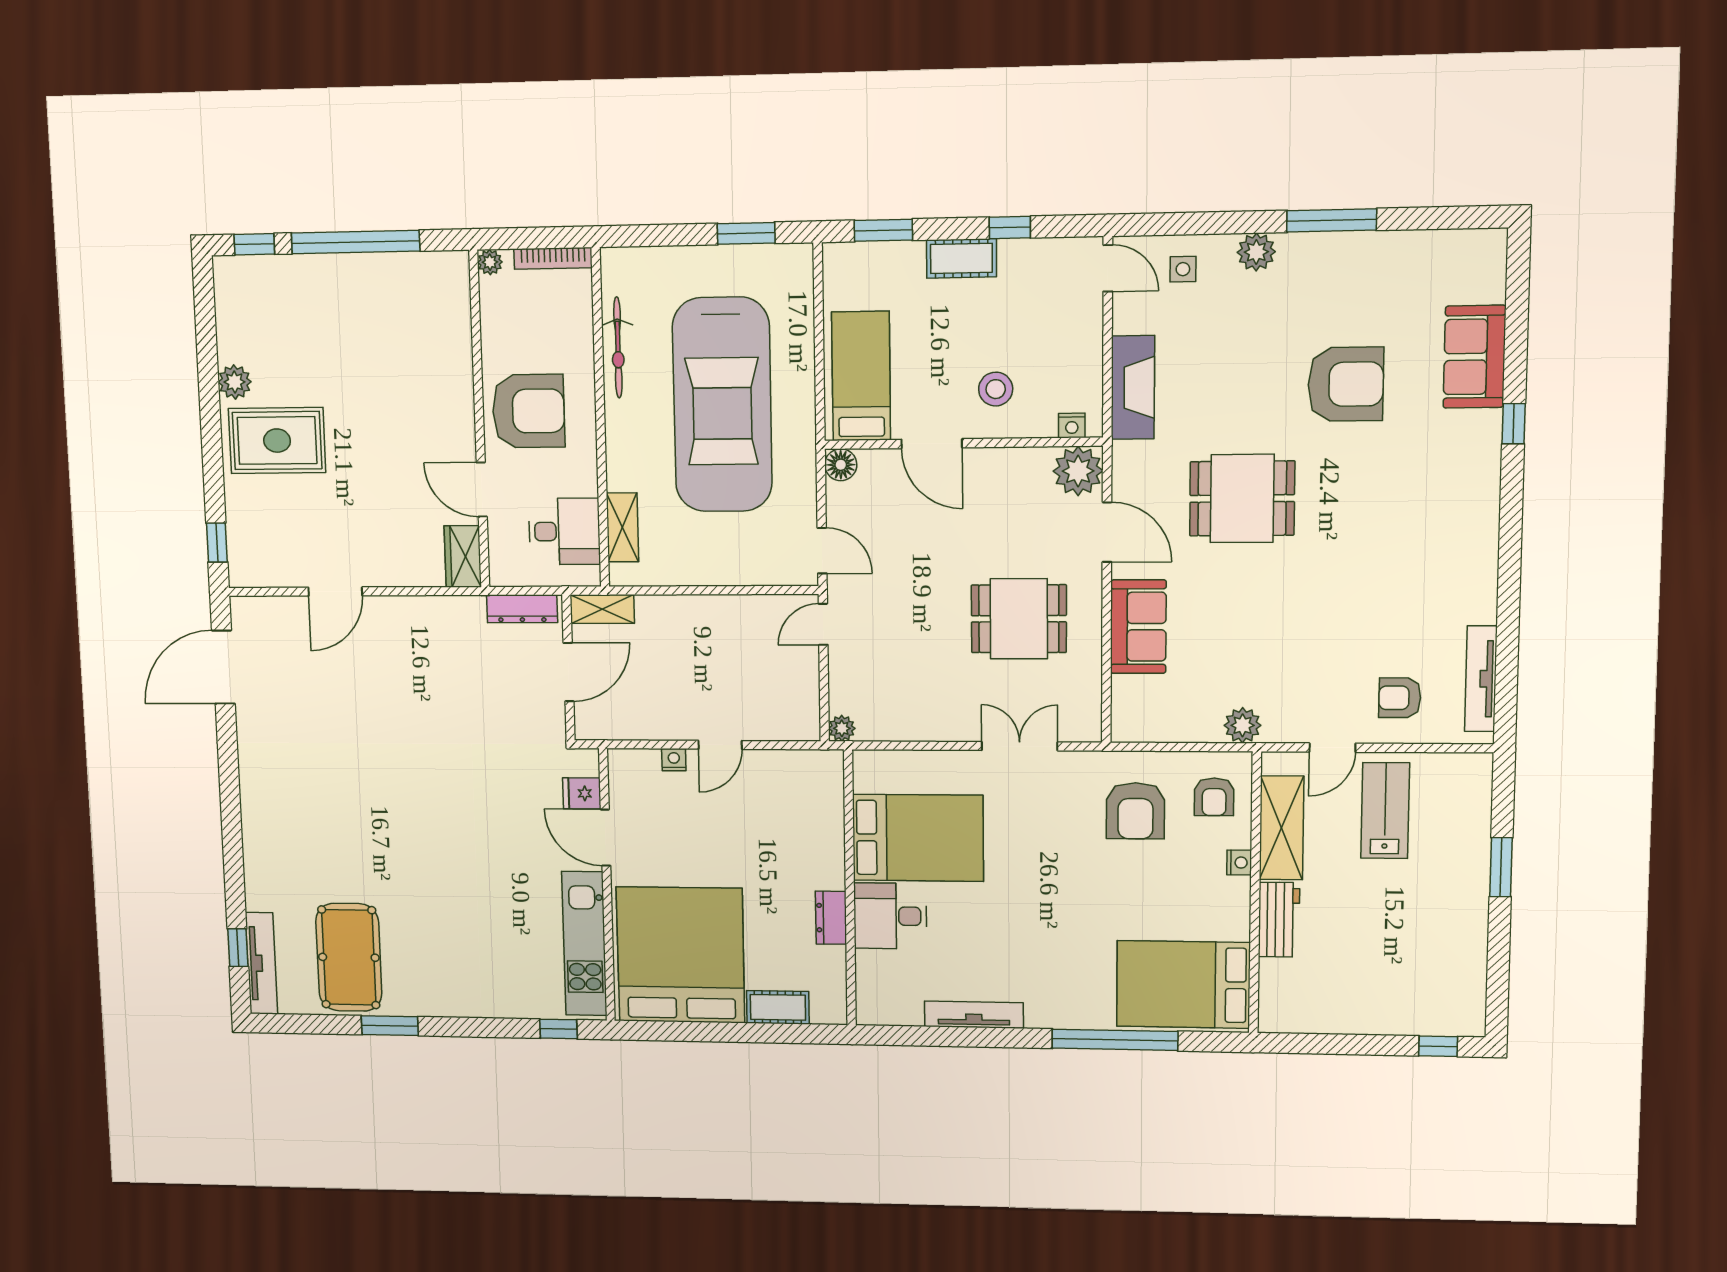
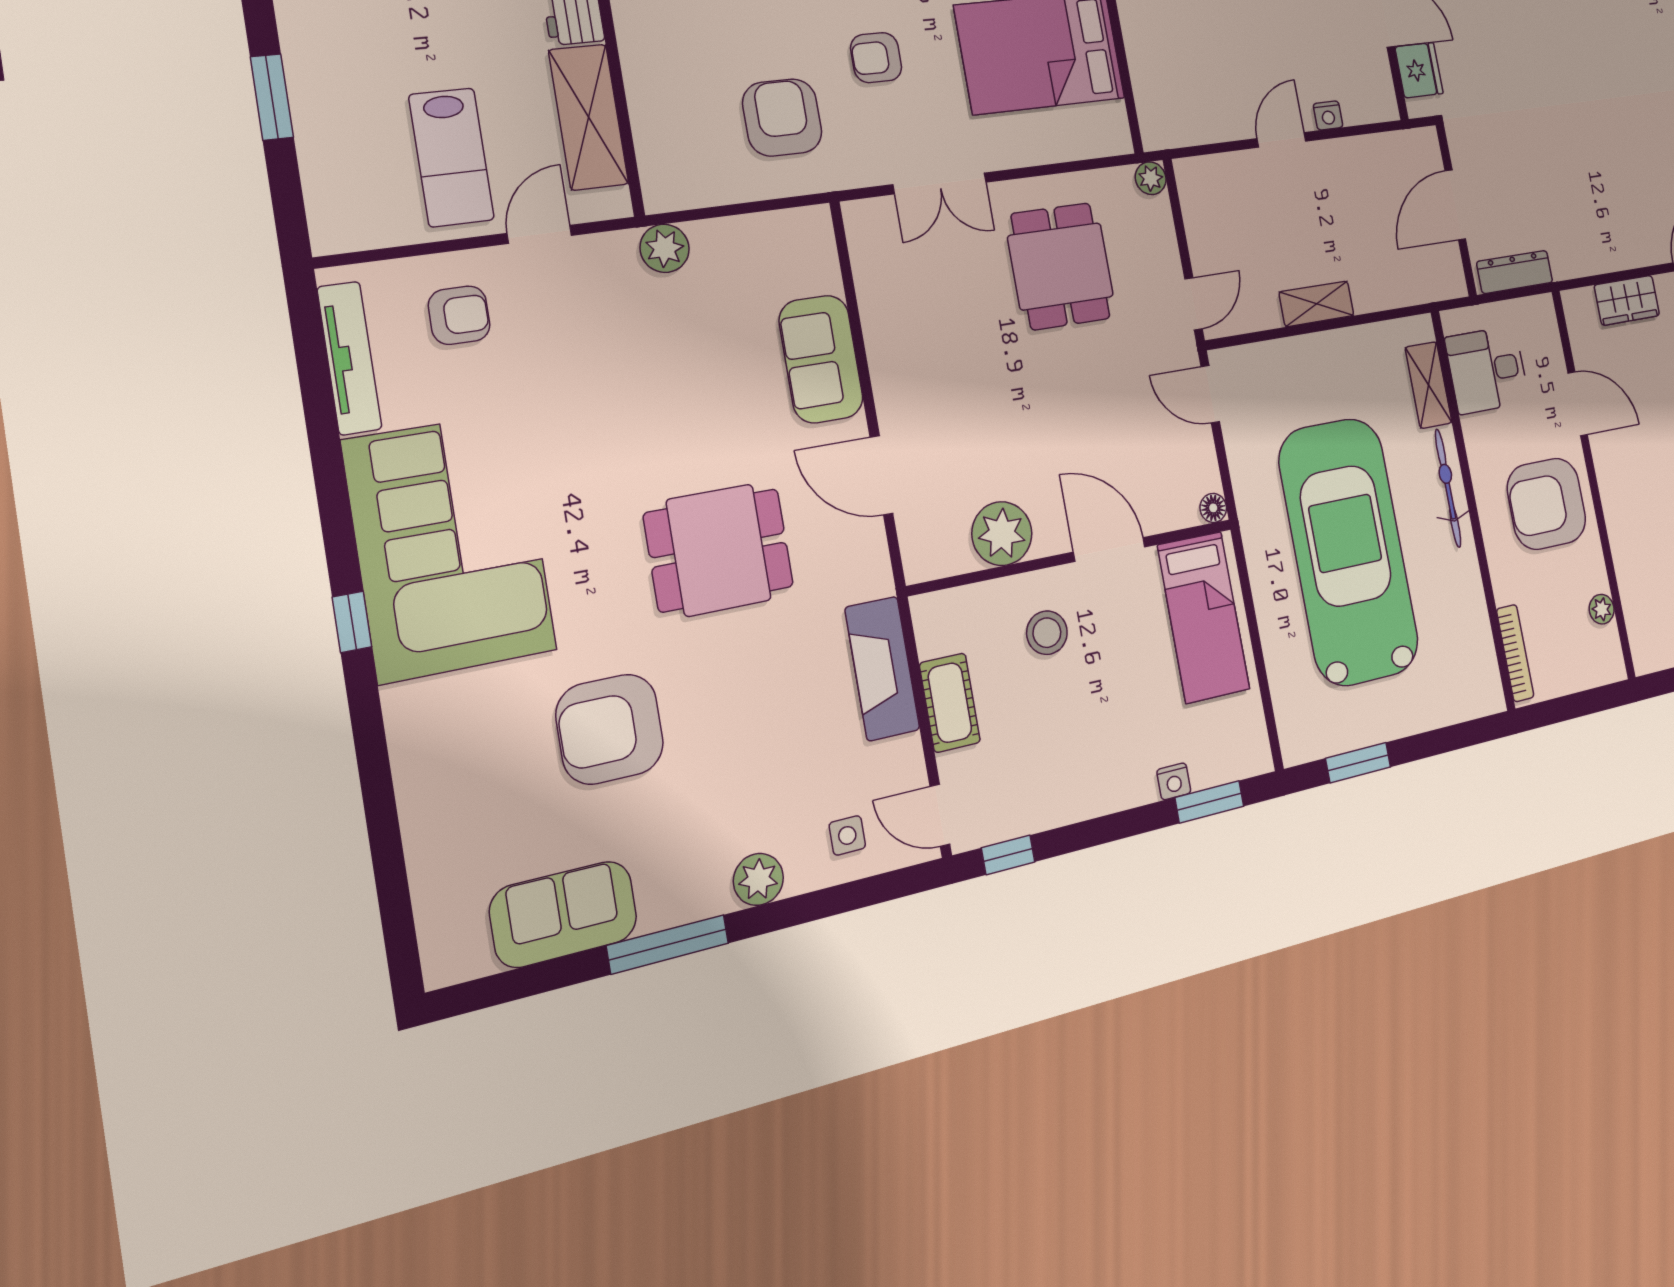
window: (1010, 228) -> (1008, 855), moved
bookcase: (553, 258) -> (1515, 653), moved, turned 90
cot: (961, 258) -> (950, 703), moved, turned 90
plant: (490, 262) -> (1602, 609), moved
bicycle: (618, 347) -> (1448, 488), moved
sofa: (1474, 357) -> (564, 914), moved, turned -90
window: (1514, 424) -> (352, 622), moved
nightstand: (1072, 426) -> (1174, 781), moved, turned 180
floor lamp: (841, 465) -> (1213, 508), width x0.73, depth x0.73
plant: (1078, 471) -> (1002, 534), moved
corner sofa: (1436, 536) -> (450, 546), added
wardrobe: (463, 556) -> (1627, 300), moved, turned 90
shelving: (602, 609) -> (1316, 304), moved
dining table: (1019, 619) -> (1061, 266), moved, turned 90
fridge: (582, 793) -> (1419, 70), width x1.38
armchair: (1214, 797) -> (876, 58), moved, turned -90
nightstand: (1239, 863) -> (636, 64), removed

